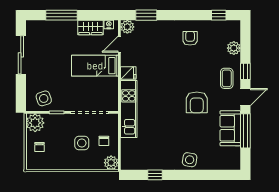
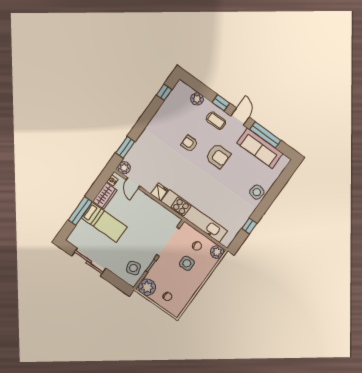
armchair: (190, 38) -> (189, 144), moved
bed: (95, 66) -> (104, 222), moved, turned -90
kitchen unit: (129, 109) -> (194, 216), width x1.36
sofa: (230, 128) -> (260, 148), width x1.36

